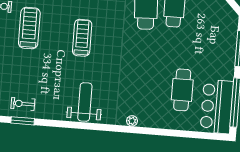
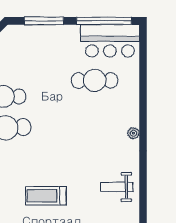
weight bench: (85, 102) -> (117, 187), width x0.73, depth x0.75

